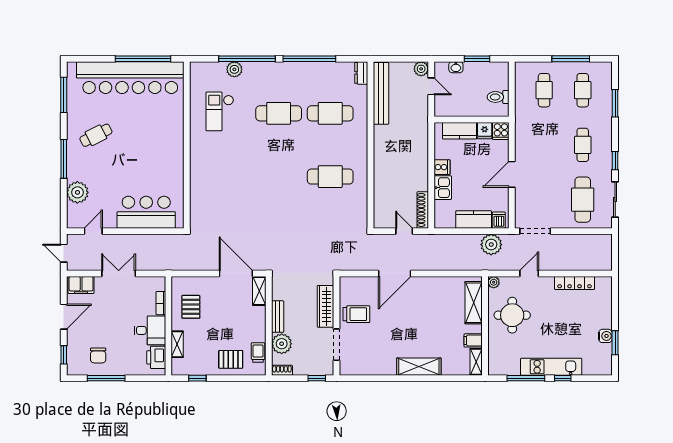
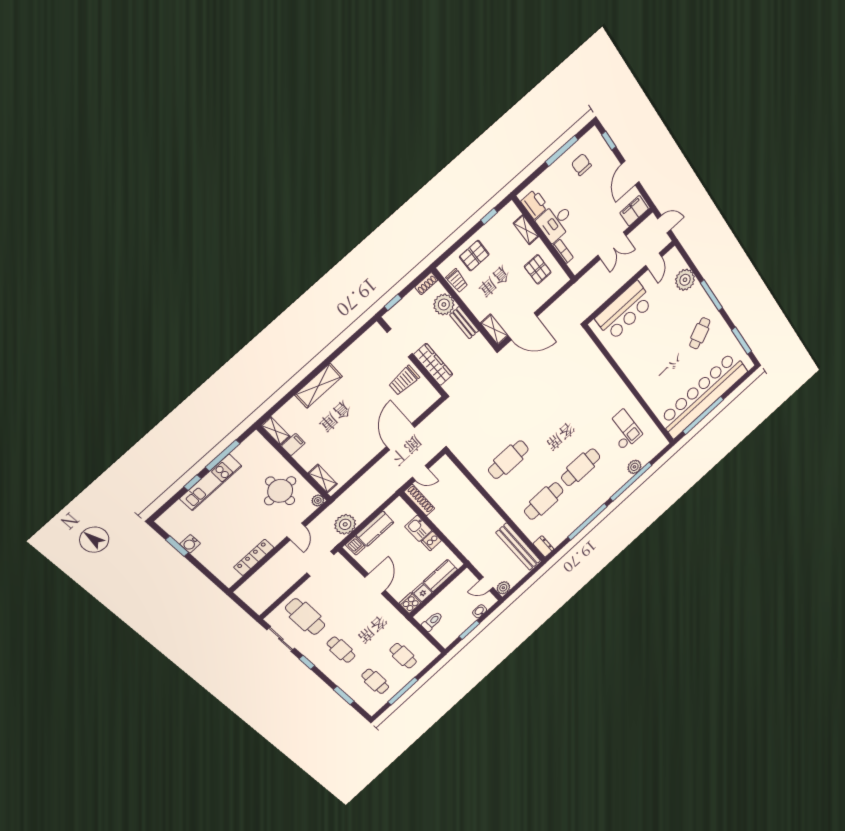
shelving: (474, 303) -> (323, 479), width x0.67, depth x0.75

